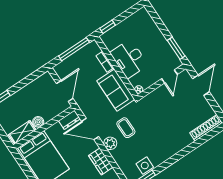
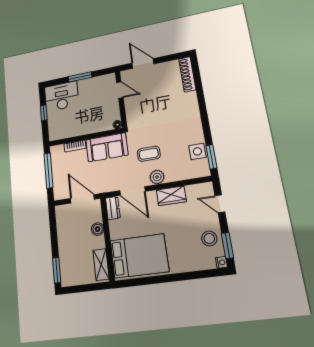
window: (107, 27) -> (44, 113), moved
window: (176, 48) -> (80, 77), moved
desk: (129, 59) -> (62, 96), moved, turned 180
boiler: (38, 122) -> (98, 229), moved
door: (90, 129) -> (132, 191), hinge flipped

